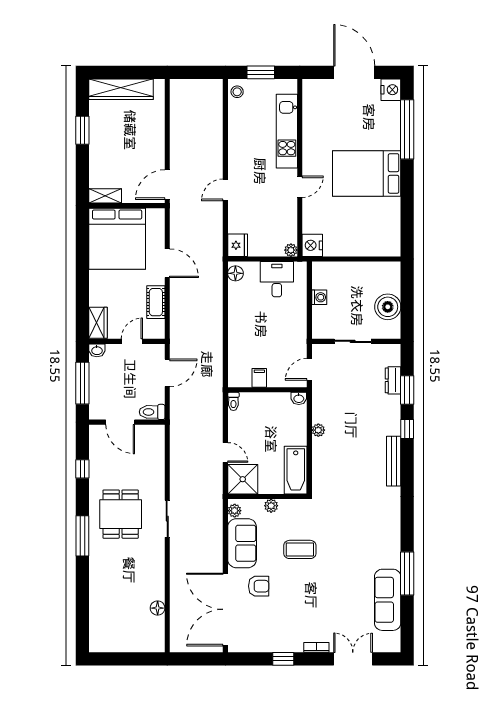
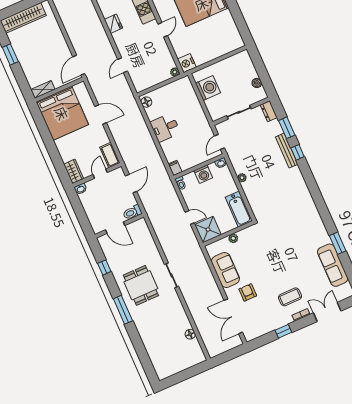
door: (225, 190) -> (123, 65), moved
fridge: (238, 245) -> (113, 24), moved
desk: (277, 279) -> (165, 128), moved, turned -90
washing machine: (319, 297) -> (208, 88), width x1.89, depth x1.89
cot: (156, 302) -> (110, 155), moved
boiler: (388, 307) -> (257, 83), width x0.54, depth x0.54
filing cabinet: (259, 378) -> (175, 168), moved
dresser: (393, 380) -> (269, 111), moved
window: (82, 383) -> (81, 214), removed
washing machine: (269, 403) -> (203, 174), added
bench: (394, 461) -> (287, 151), moved
plant: (235, 511) -> (212, 252), removed
coffee table: (300, 549) -> (290, 297), moved
window: (407, 574) -> (338, 243), width x0.69
armchair: (259, 586) -> (248, 292), turned -90
double door: (225, 609) -> (233, 316), width x0.73

